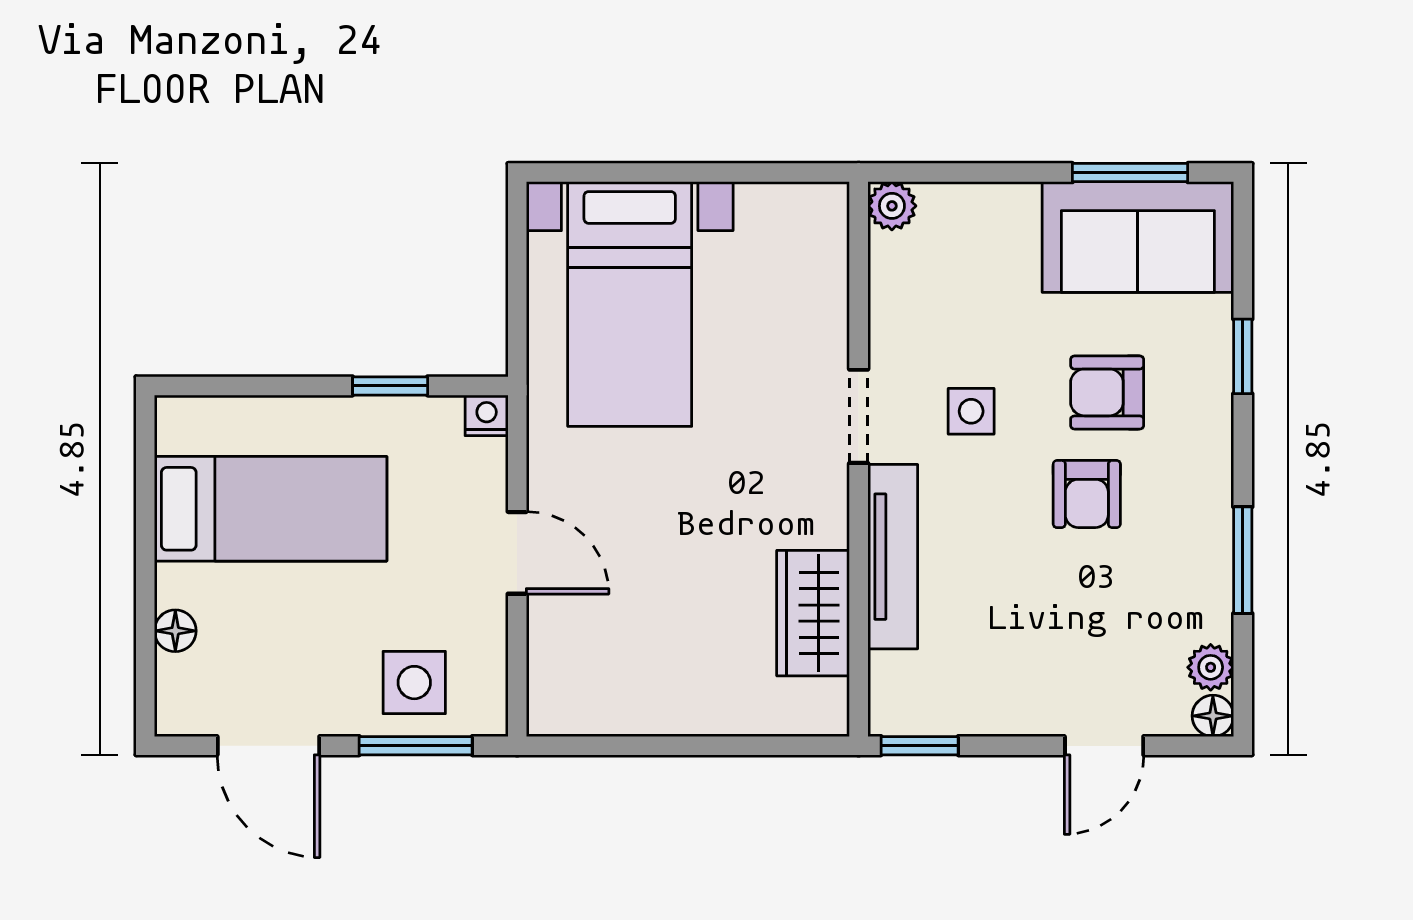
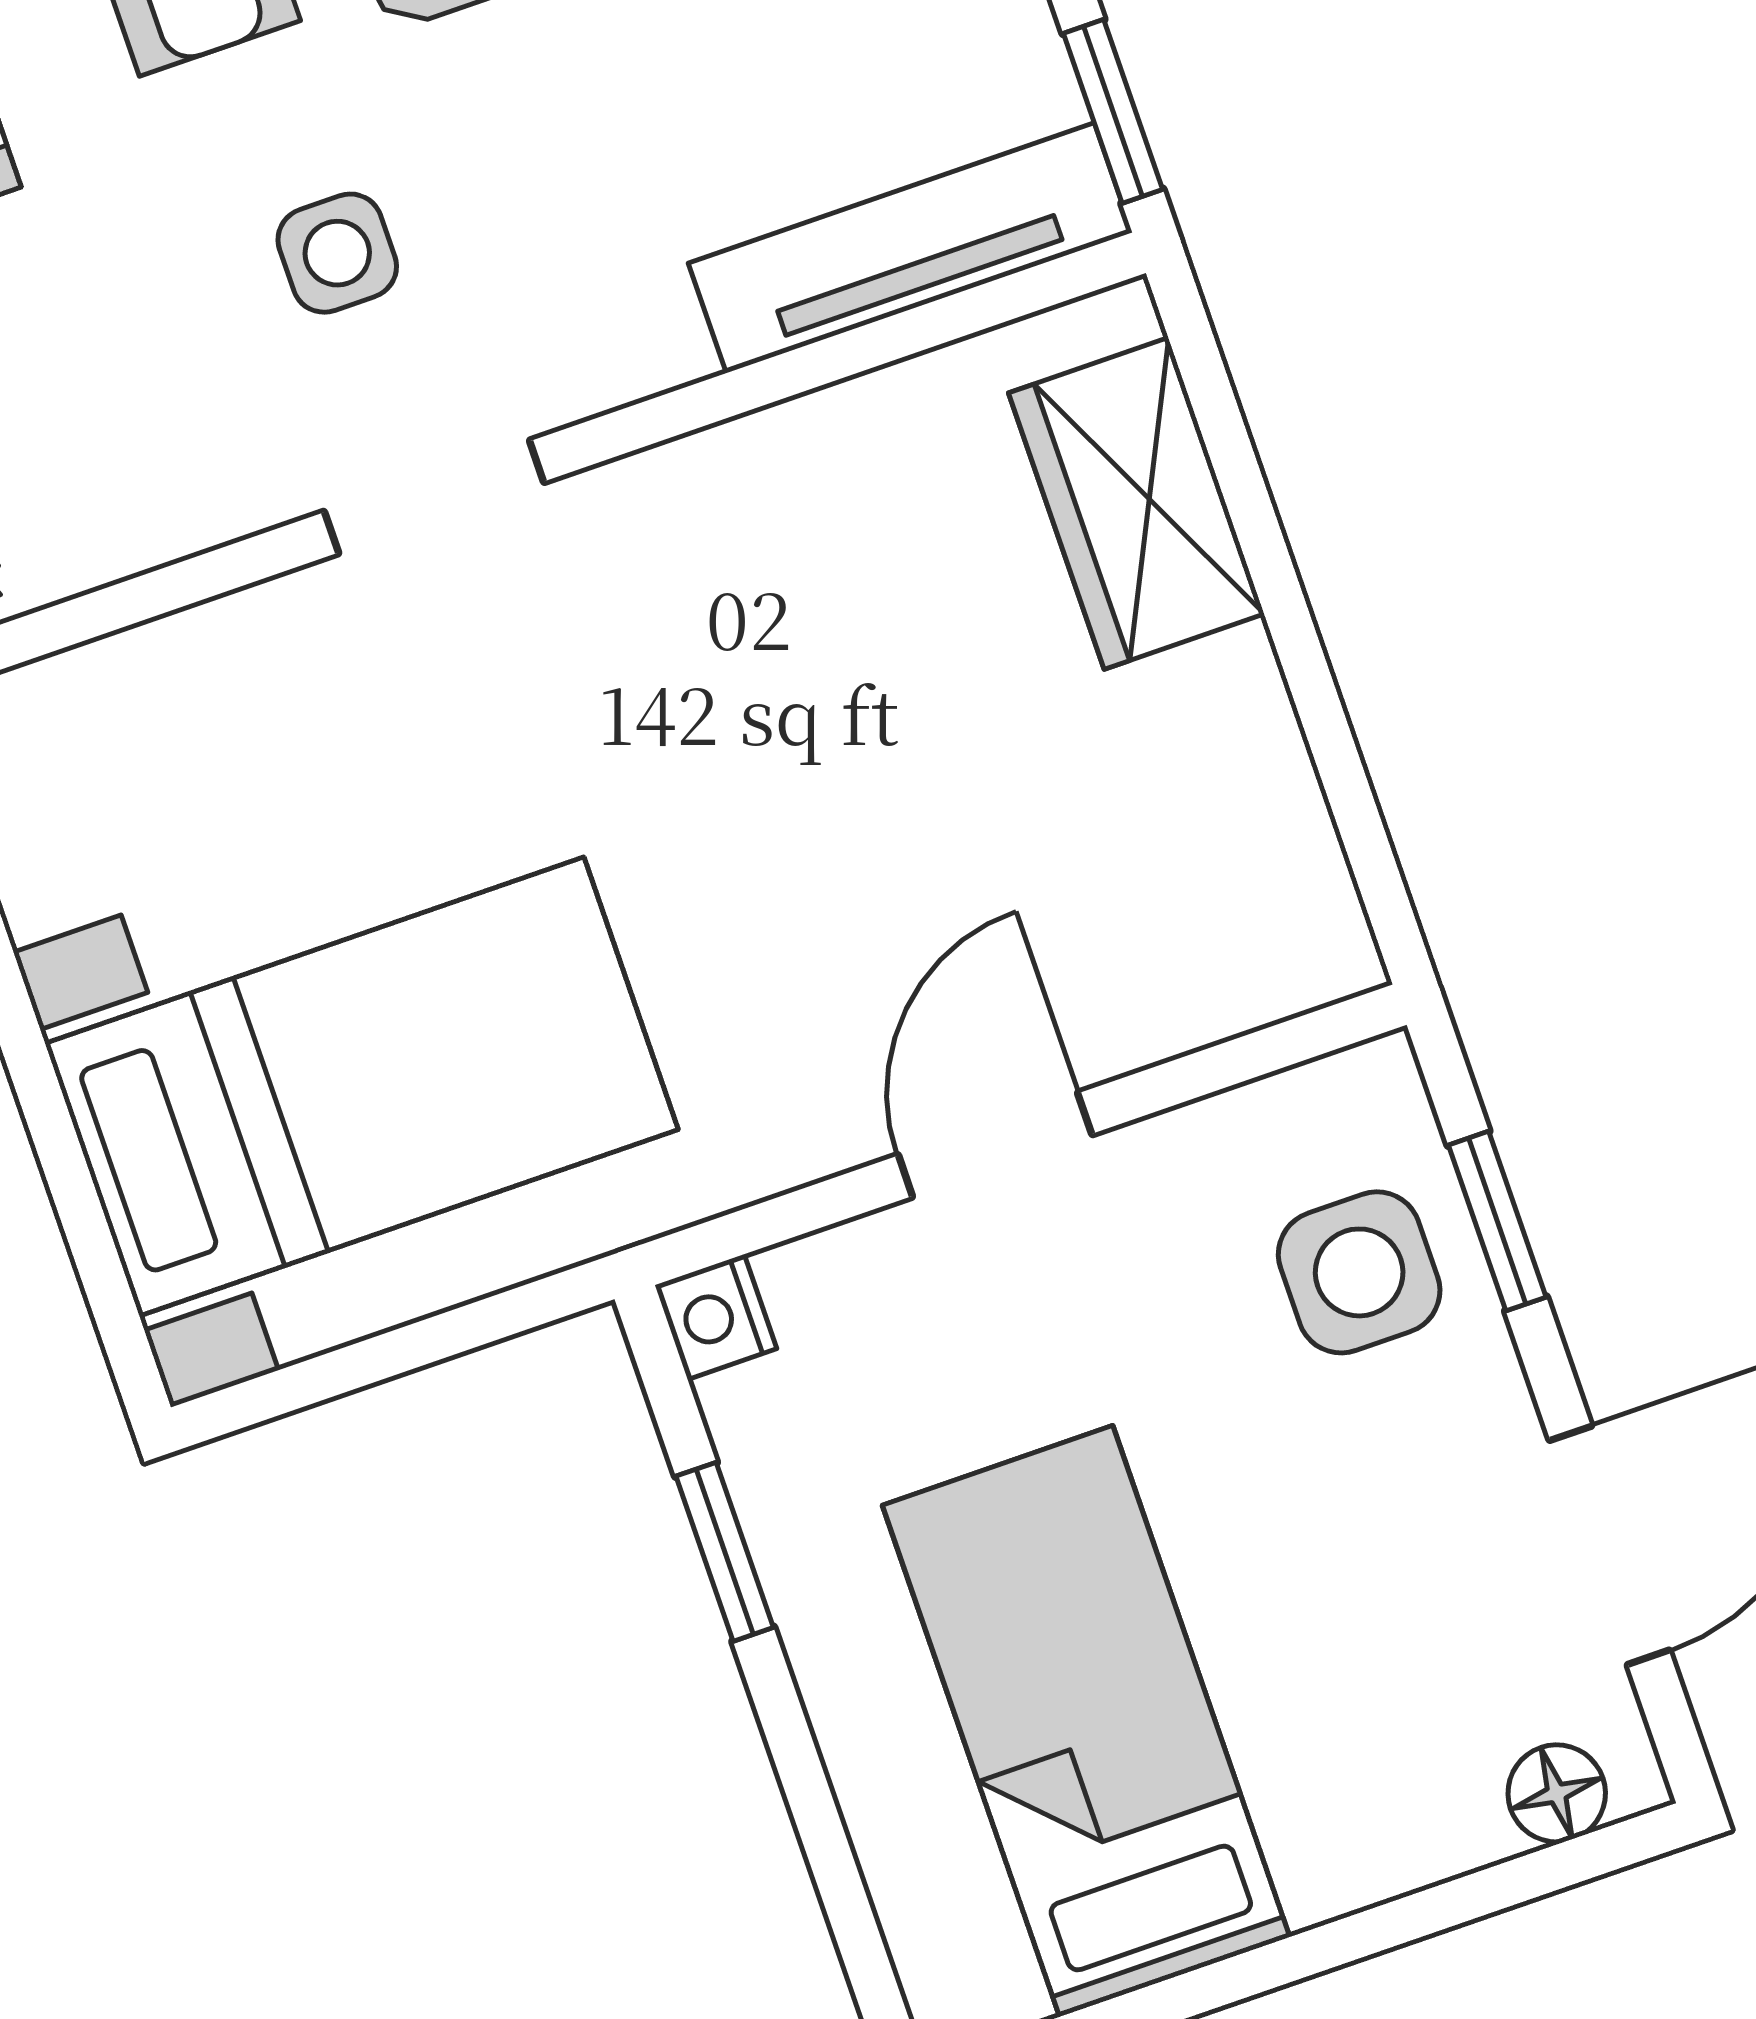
tv unit: (893, 557) -> (910, 248), moved
wardrobe: (813, 613) -> (1136, 503), moved, turned 90
floor lamp: (175, 631) -> (1557, 1793), moved
window: (416, 746) -> (1497, 1221), width x0.67

